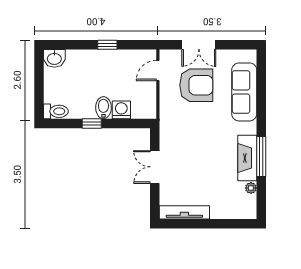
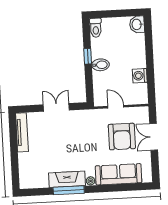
window: (107, 45) -> (150, 65), removed
door: (158, 70) -> (116, 107), moved
washing machine: (121, 110) -> (140, 76), moved, turned 180
plant: (251, 188) -> (91, 181), moved

